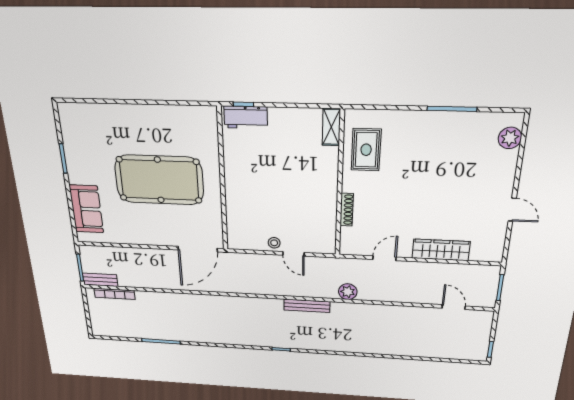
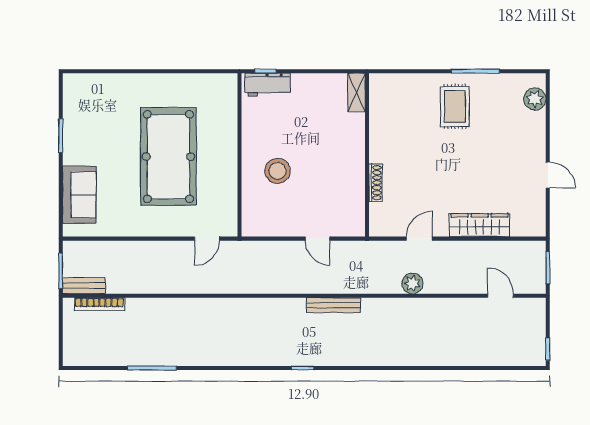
rug: (366, 150) -> (455, 107), moved
pool table: (159, 180) -> (168, 157), turned 90
stool: (274, 243) -> (278, 171), moved, width x1.89, depth x1.89
door: (198, 249) -> (207, 239), width x0.53
plant: (348, 292) -> (412, 283), moved

